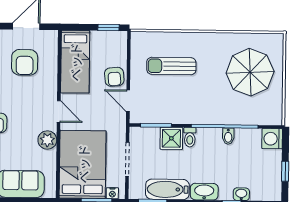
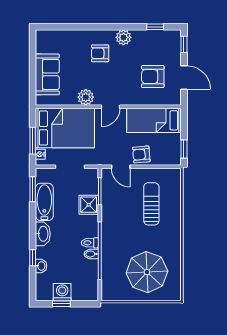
door: (128, 101) -> (121, 167), swing flipped
toilet: (190, 137) -> (90, 243), moved
washing machine: (272, 139) -> (62, 292), moved

